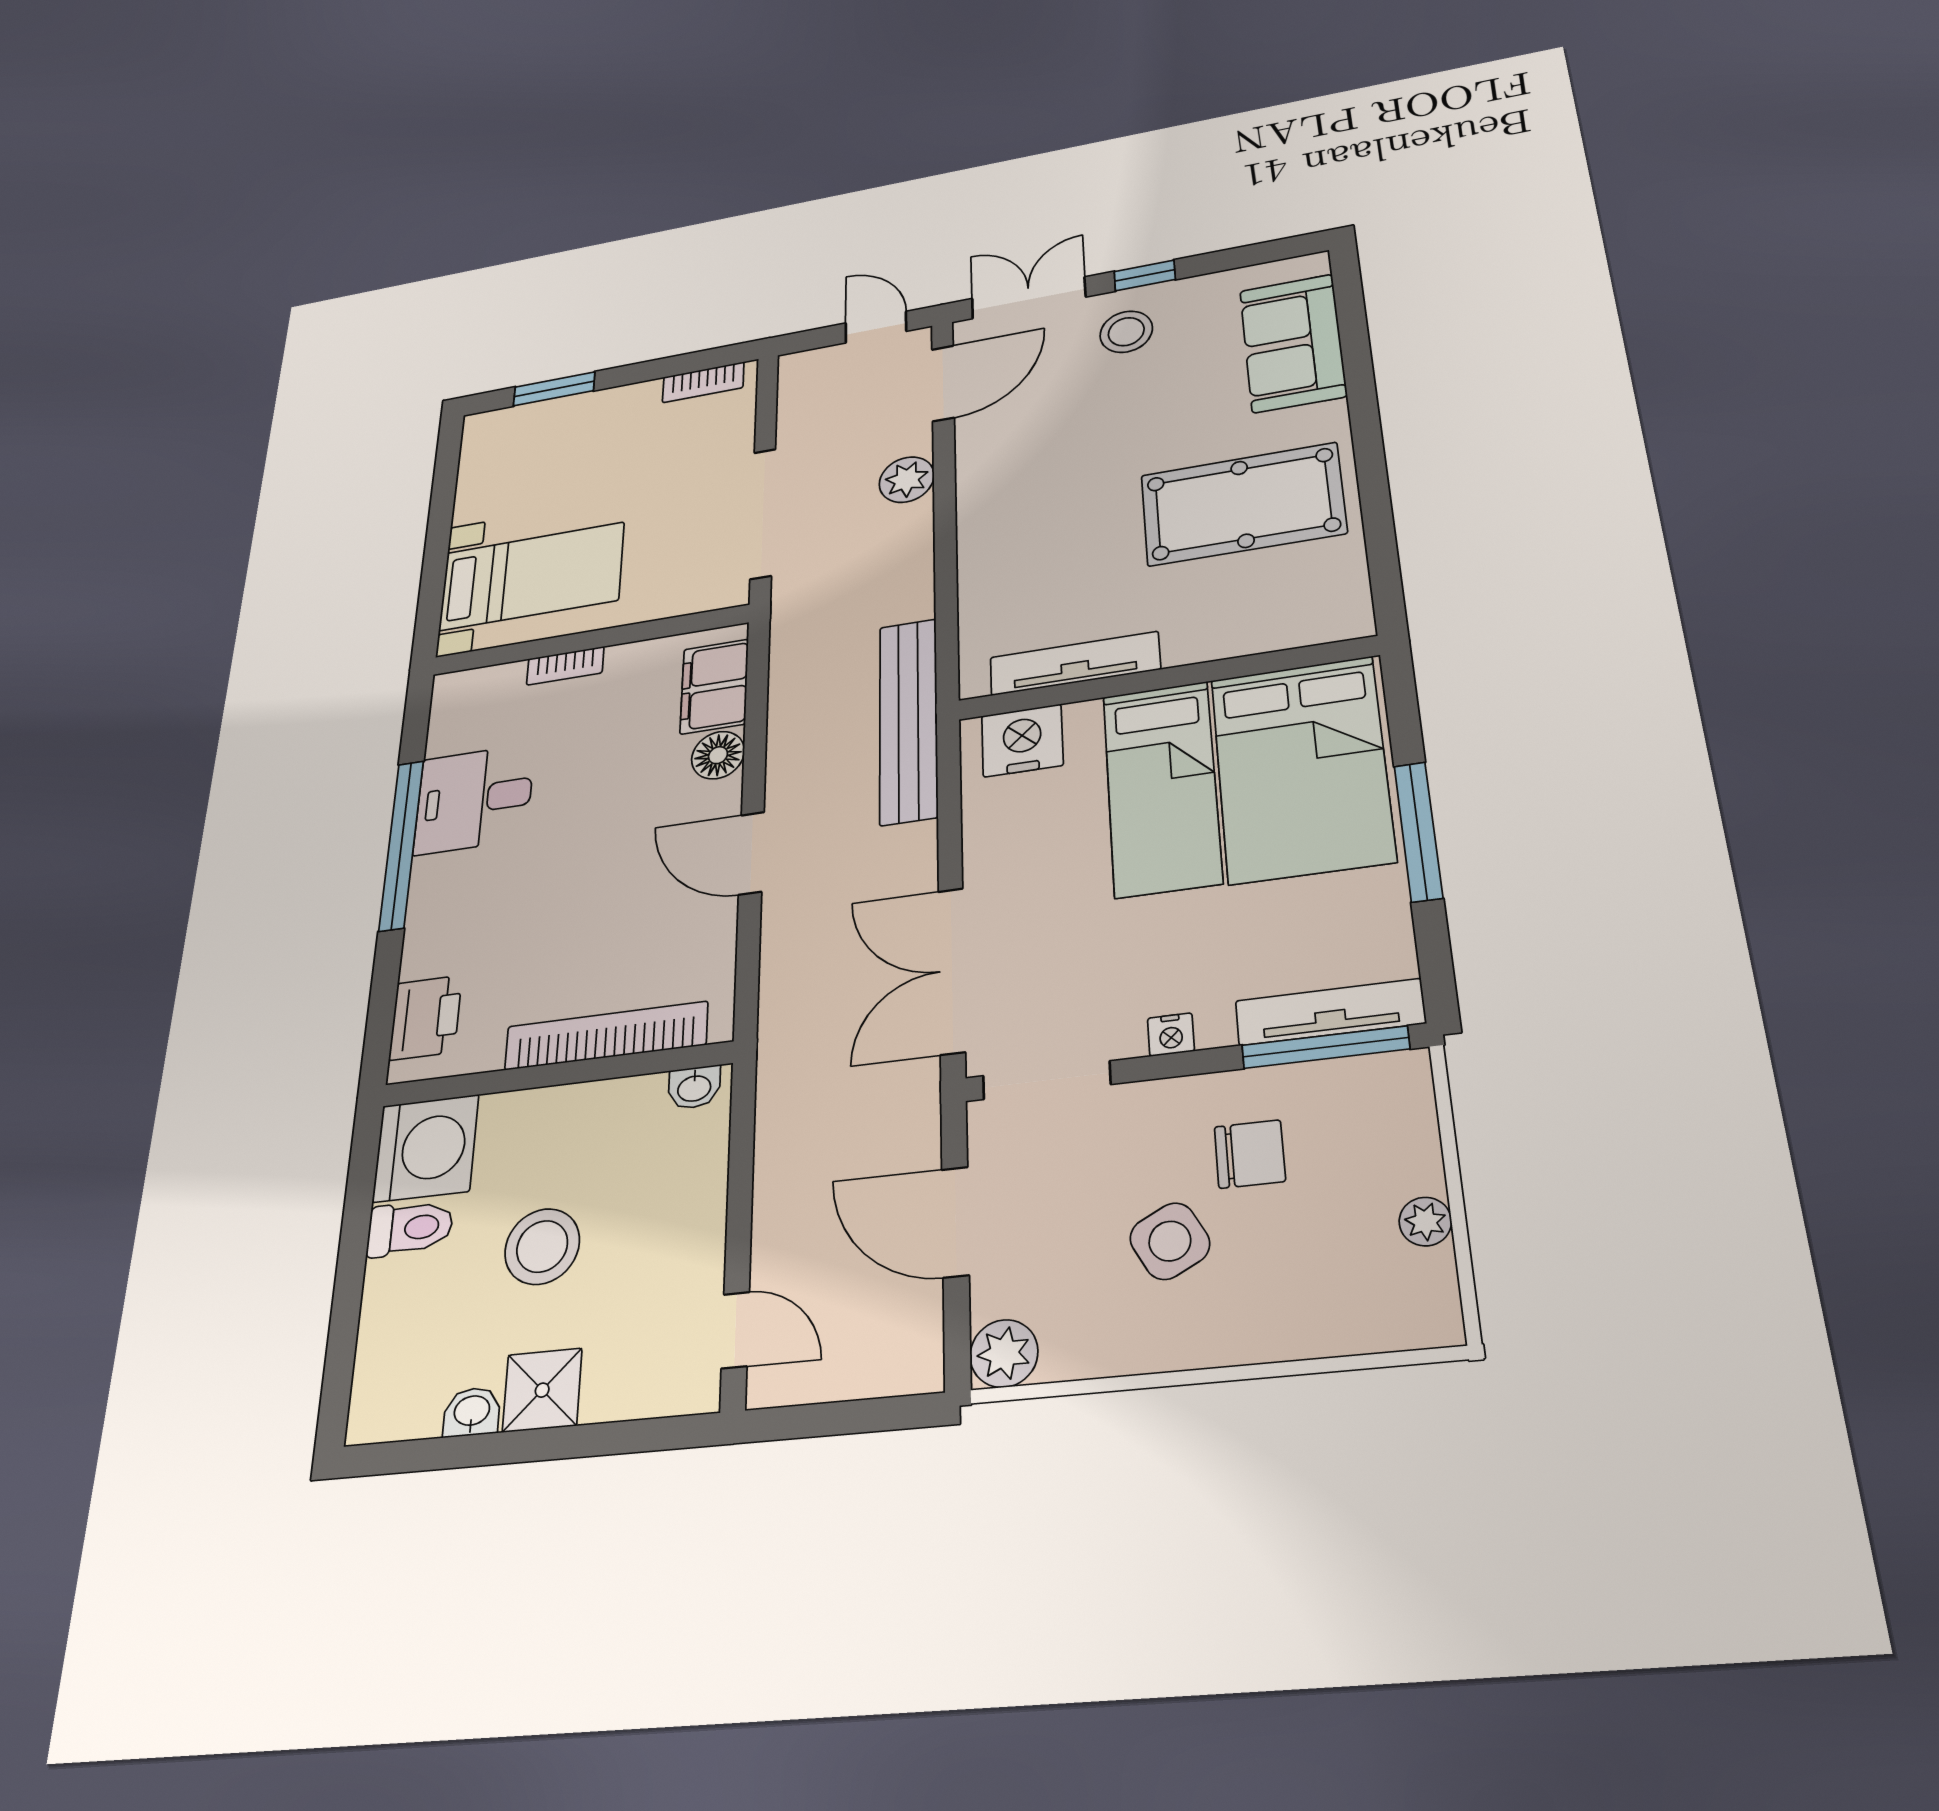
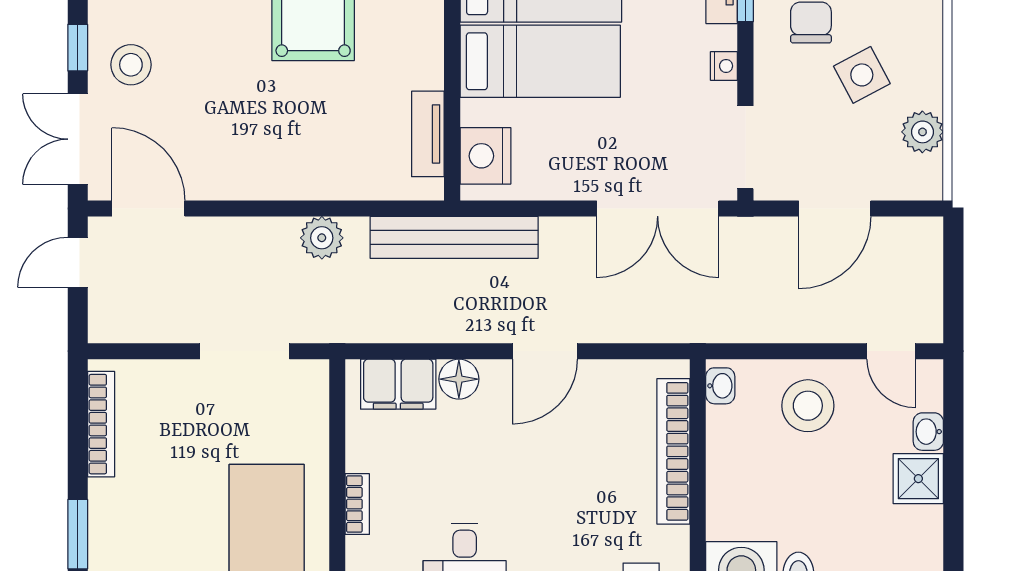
bookcase: (703, 382) -> (101, 424), width x1.56
plant: (907, 480) -> (322, 238), moved
doorway: (763, 513) -> (245, 351), width x0.73
tv unit: (1075, 663) -> (428, 134), width x0.71
stool: (542, 1246) -> (808, 406), moved
door: (735, 1330) -> (891, 351), swing flipped
plant: (1004, 1353) -> (922, 132), moved
washbasin: (472, 1412) -> (928, 432), moved

